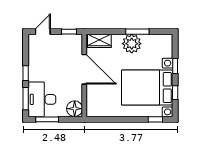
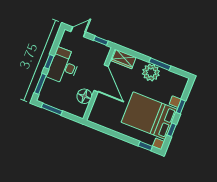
desk: (42, 99) -> (64, 66), moved
floor lamp: (75, 109) -> (84, 96), moved

